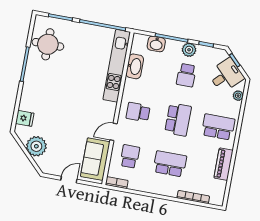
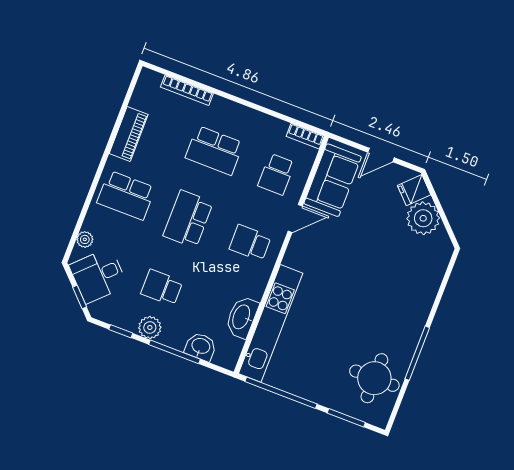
school desk: (186, 75) -> (162, 288), turned -90
school desk: (138, 112) -> (250, 243), turned 180
fridge: (25, 118) -> (414, 190), moved, turned -45

